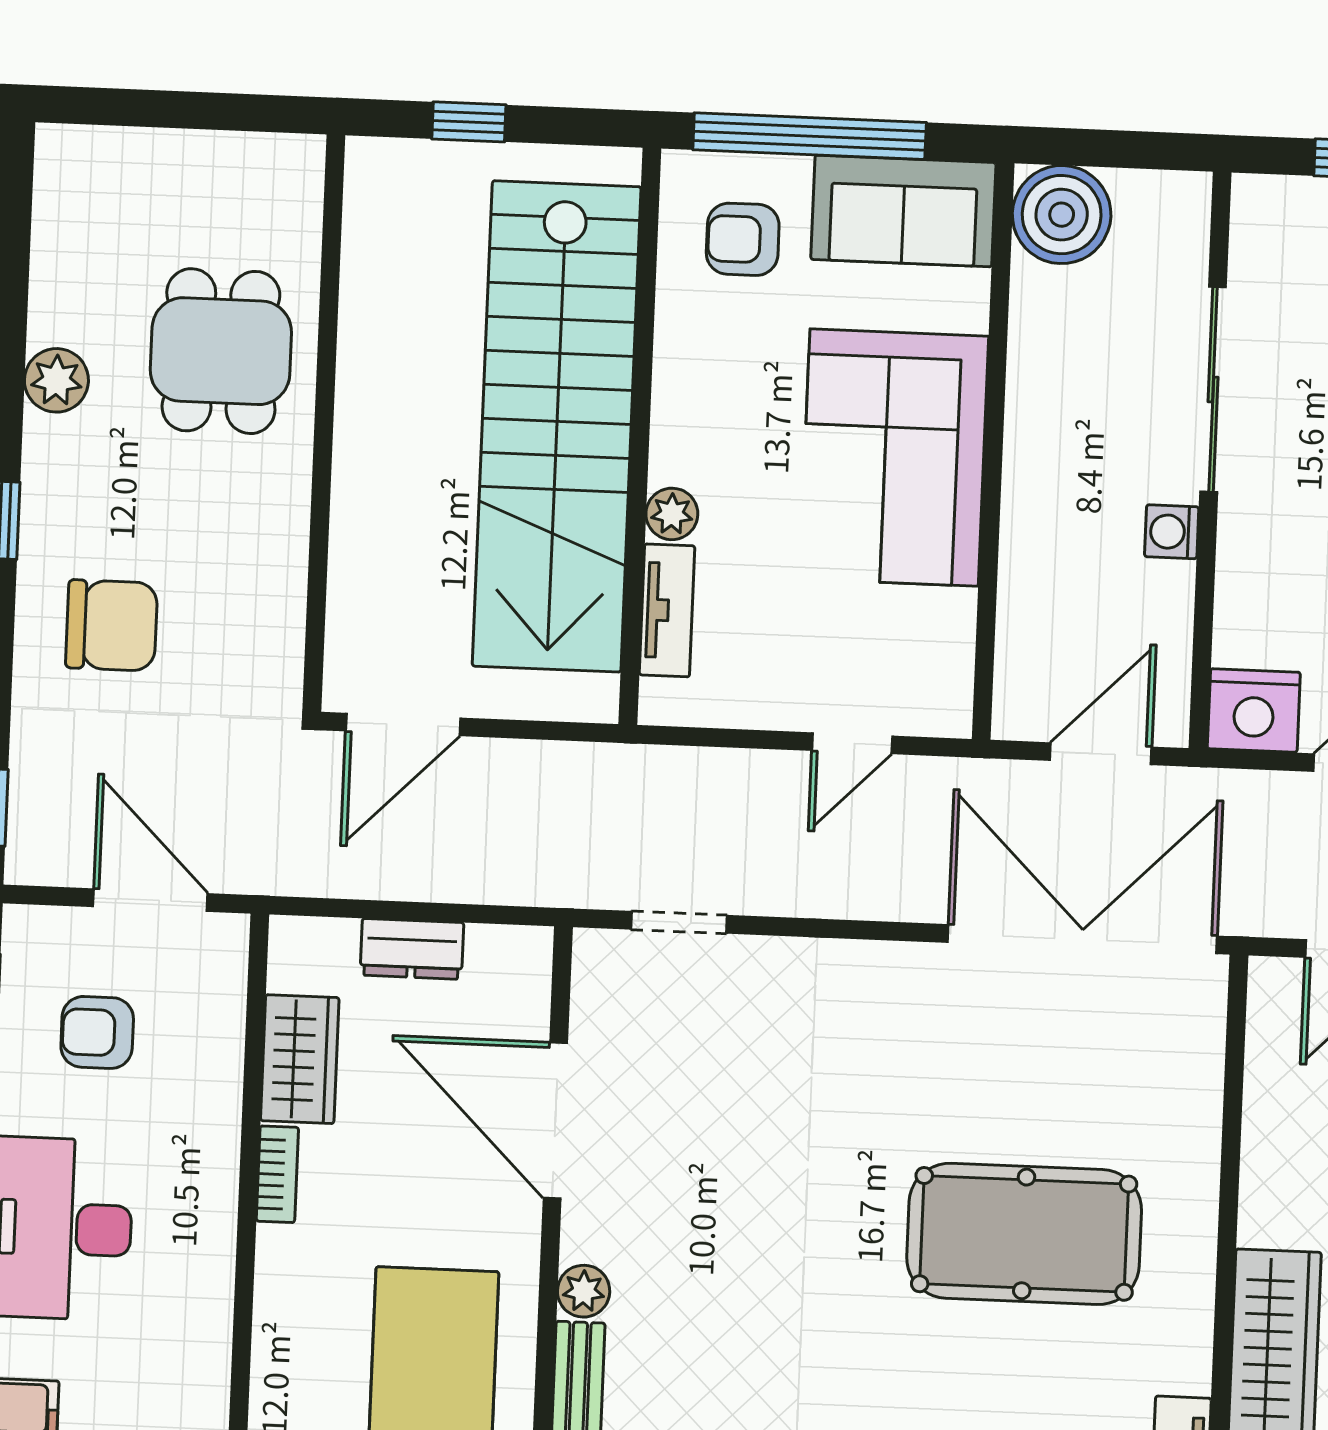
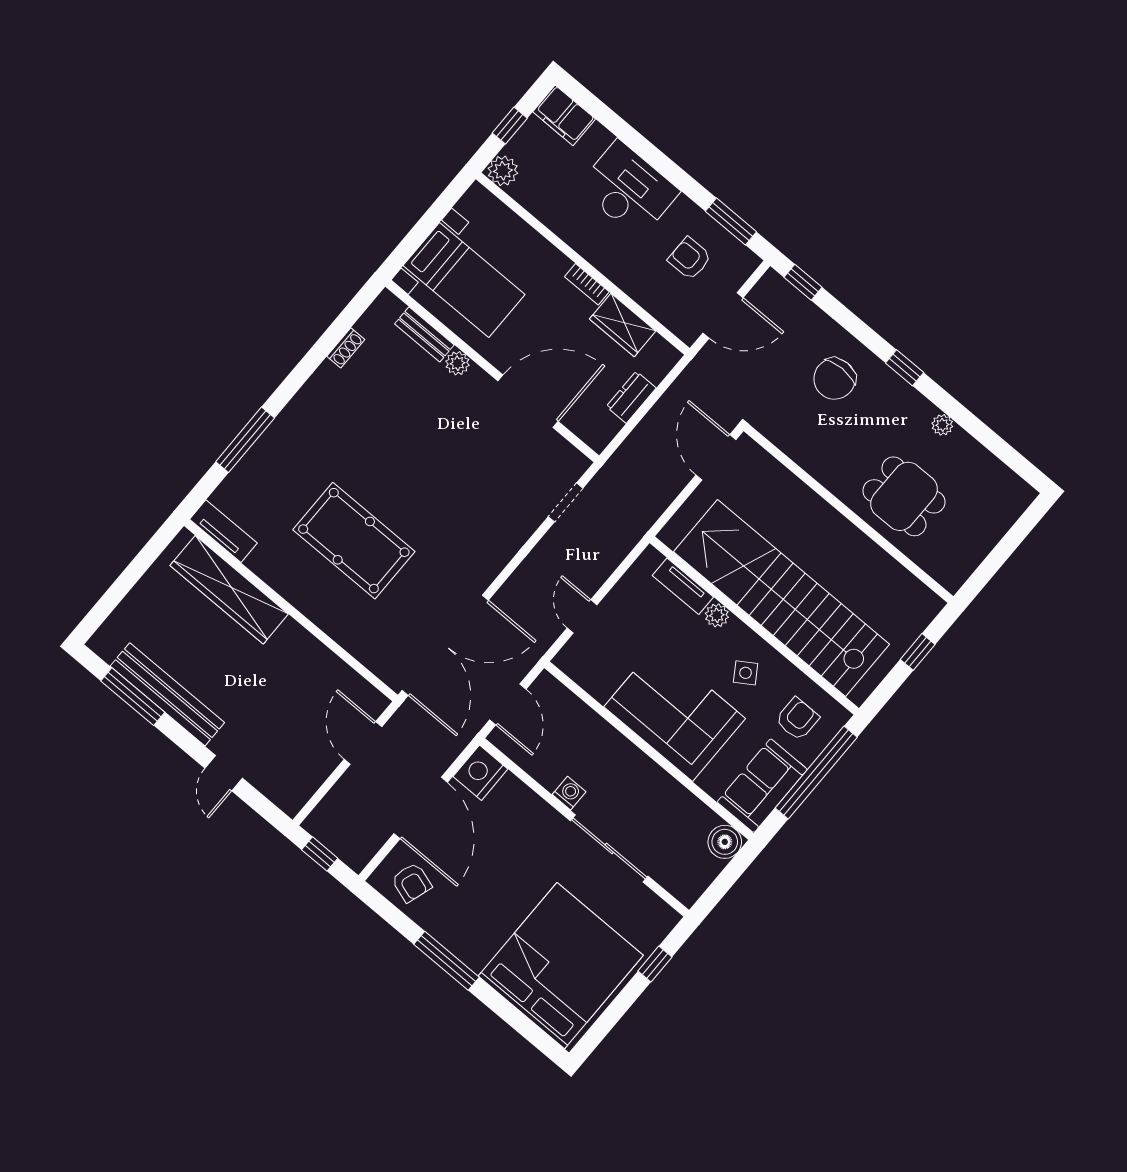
boiler: (1062, 215) -> (725, 842), width x0.73, depth x0.73
plant: (56, 380) -> (942, 425), width x0.73, depth x0.73
side table: (732, 389) -> (746, 673), added
armchair: (97, 1032) -> (690, 258), turned -90
pool table: (1024, 1234) -> (354, 541), turned 90

